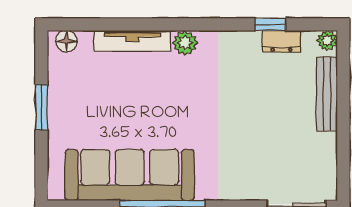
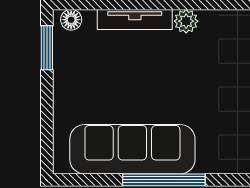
window: (41, 107) -> (47, 48), moved

